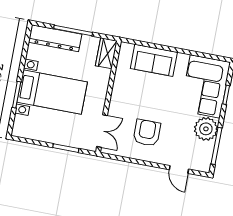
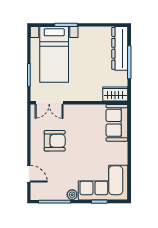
sofa: (154, 60) -> (117, 123), moved
bed with nightstands: (52, 92) -> (54, 54), moved
plant: (206, 129) -> (72, 195), width x0.53, depth x0.53
door: (179, 169) -> (29, 174), swing flipped

